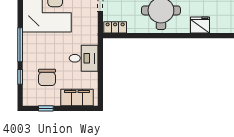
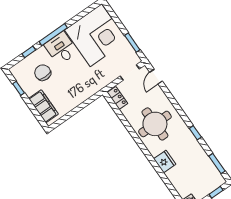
desk: (84, 58) -> (61, 48), moved, turned 180
chair: (47, 77) -> (43, 73), turned 90

